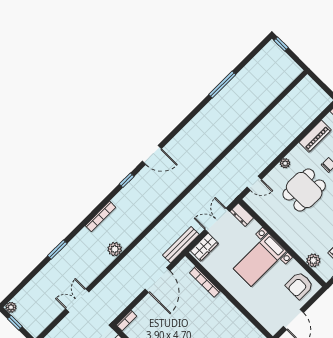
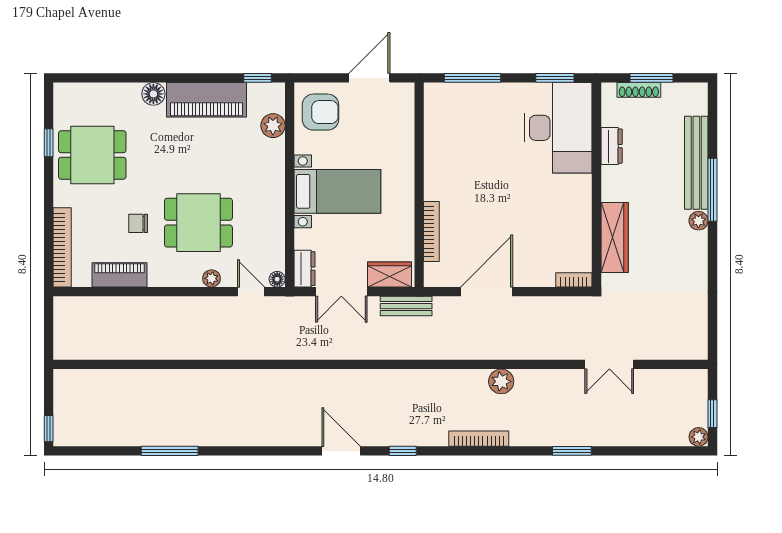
plant: (285, 163) -> (211, 278), moved
floor lamp: (249, 199) -> (277, 279), added
bench: (181, 245) -> (406, 306), width x0.73

